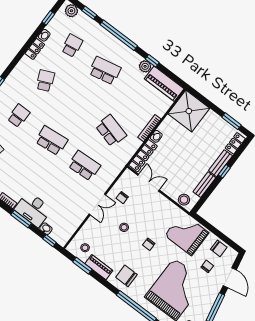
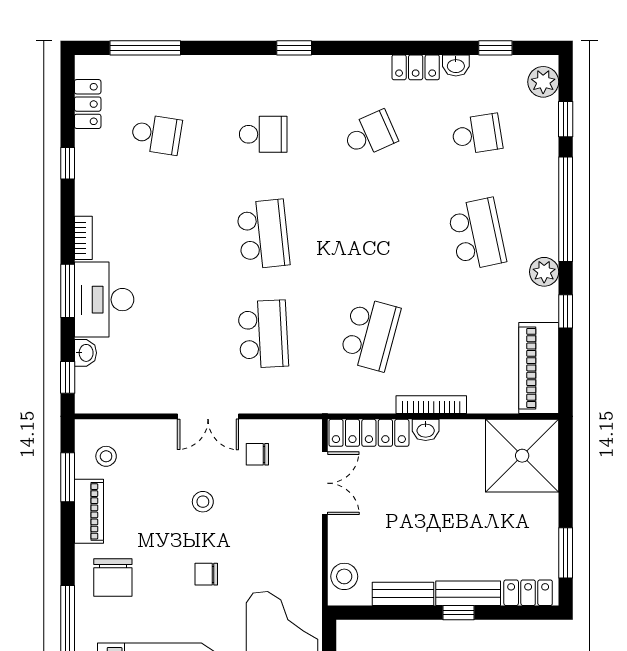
plant: (145, 66) -> (544, 272), moved
chair: (126, 276) -> (113, 577), turned 180

